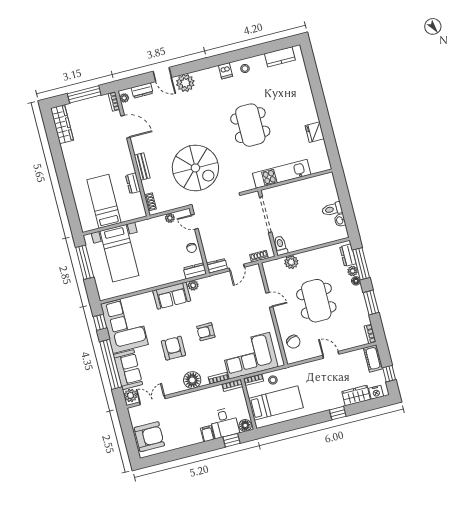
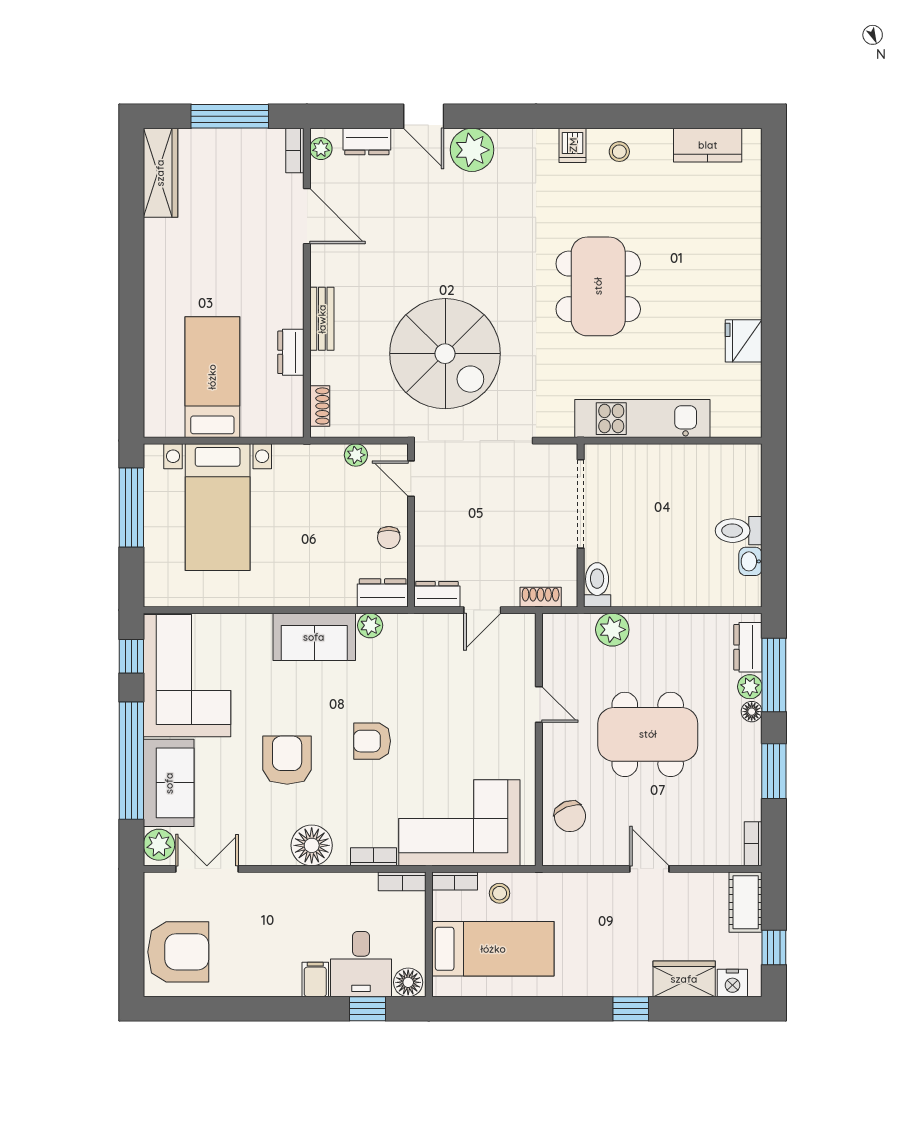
dining table: (316, 301) -> (648, 734), turned 90

